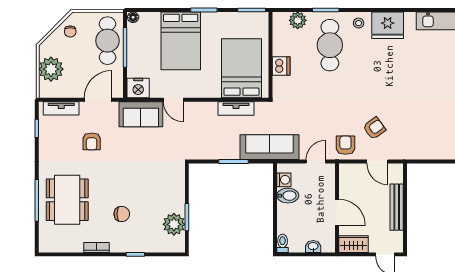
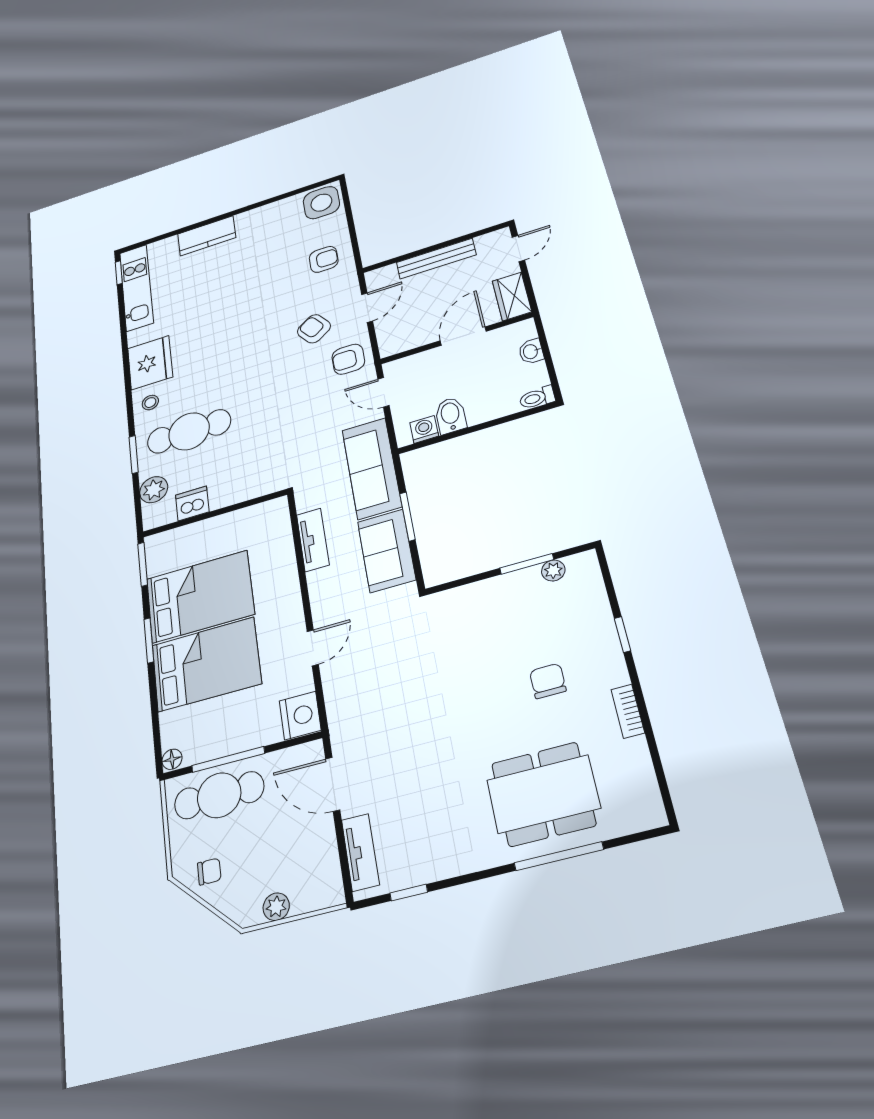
dishwasher: (281, 66) -> (192, 503), moved
bed: (242, 68) -> (200, 596), moved, turned 180
plant: (51, 69) -> (276, 907), width x0.53, depth x0.53
sofa: (141, 114) -> (386, 551), moved, turned 180
armchair: (92, 141) -> (324, 259), moved
plant: (174, 224) -> (553, 571), width x0.53, depth x0.53

